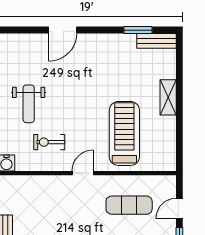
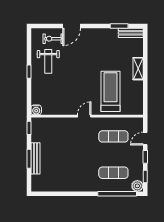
weight bench: (29, 104) -> (48, 61), moved
exercise bike: (49, 142) -> (53, 39), moved

